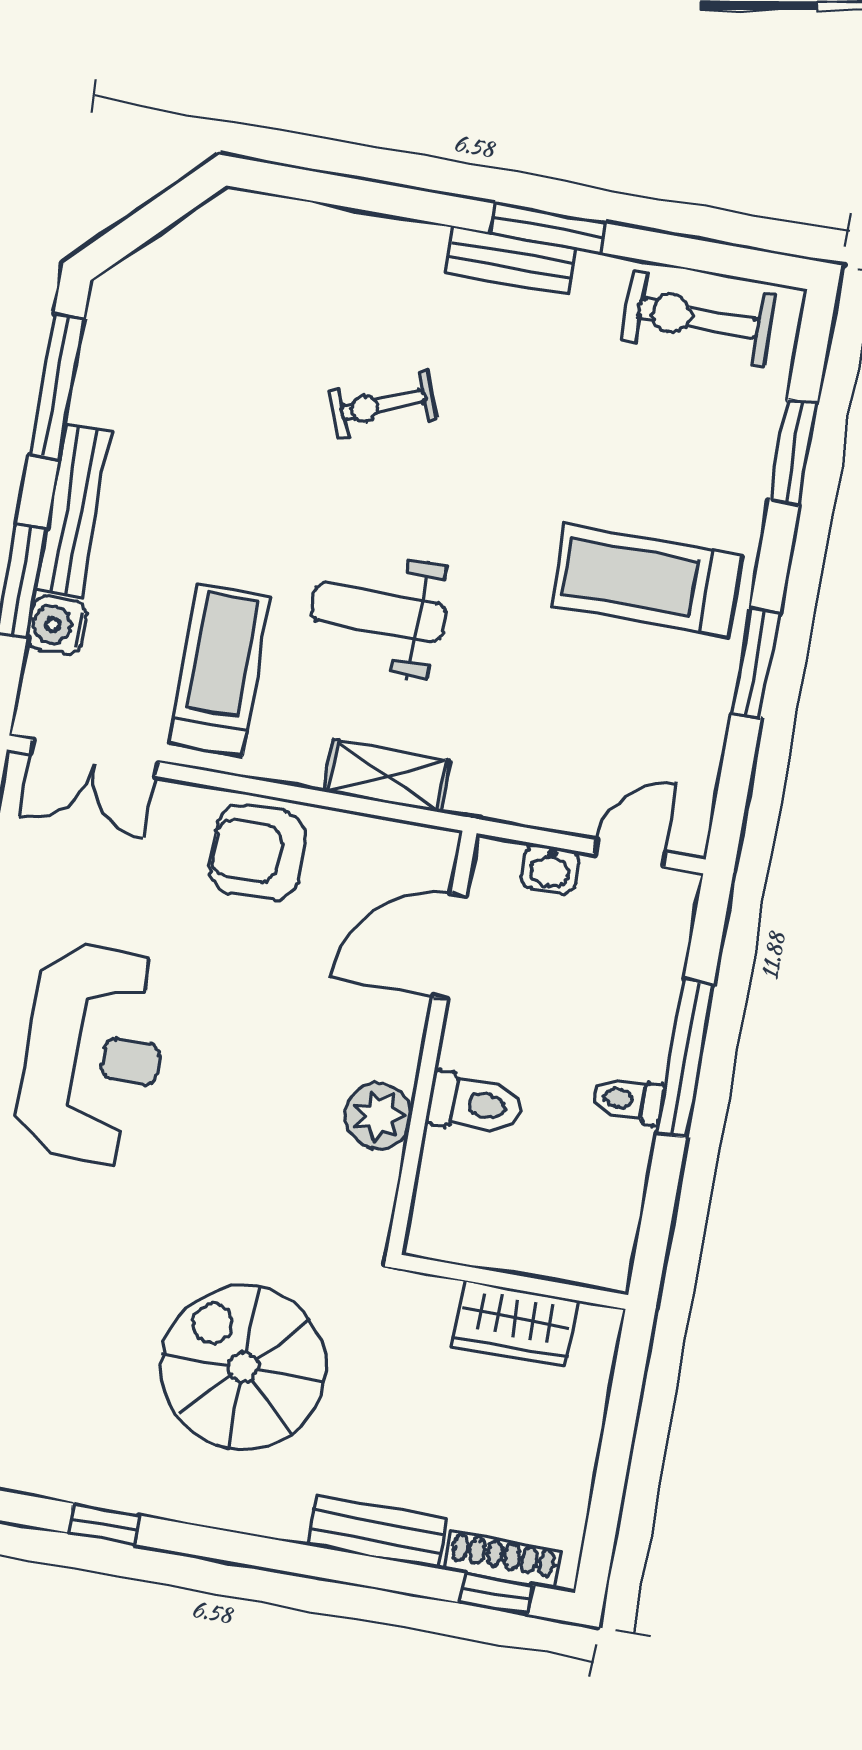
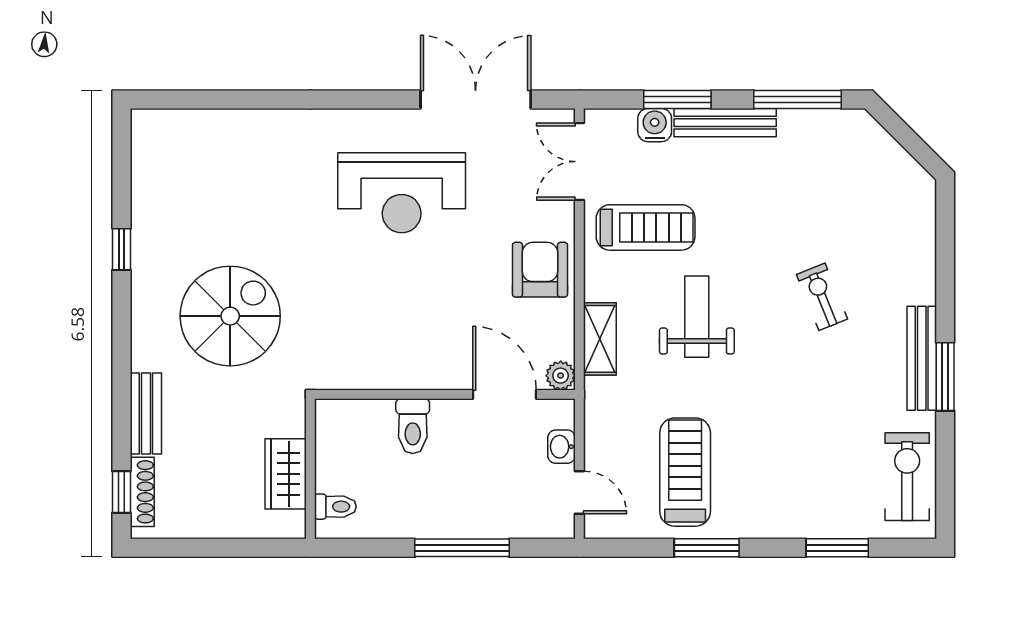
bench: (511, 261) -> (922, 358), width x1.36
treadmill: (647, 580) -> (685, 472), moved
toilet: (628, 1100) -> (335, 507), moved, turned 90
plant: (378, 1116) -> (561, 376), moved, width x0.73, depth x0.73

